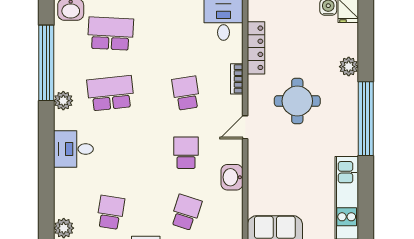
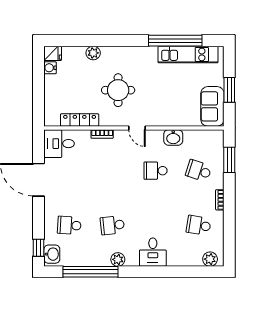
school desk: (111, 34) -> (69, 225), width x0.54
school desk: (111, 93) -> (112, 225), width x0.54
school desk: (186, 93) -> (112, 171), removed
window: (366, 119) -> (175, 41), moved

